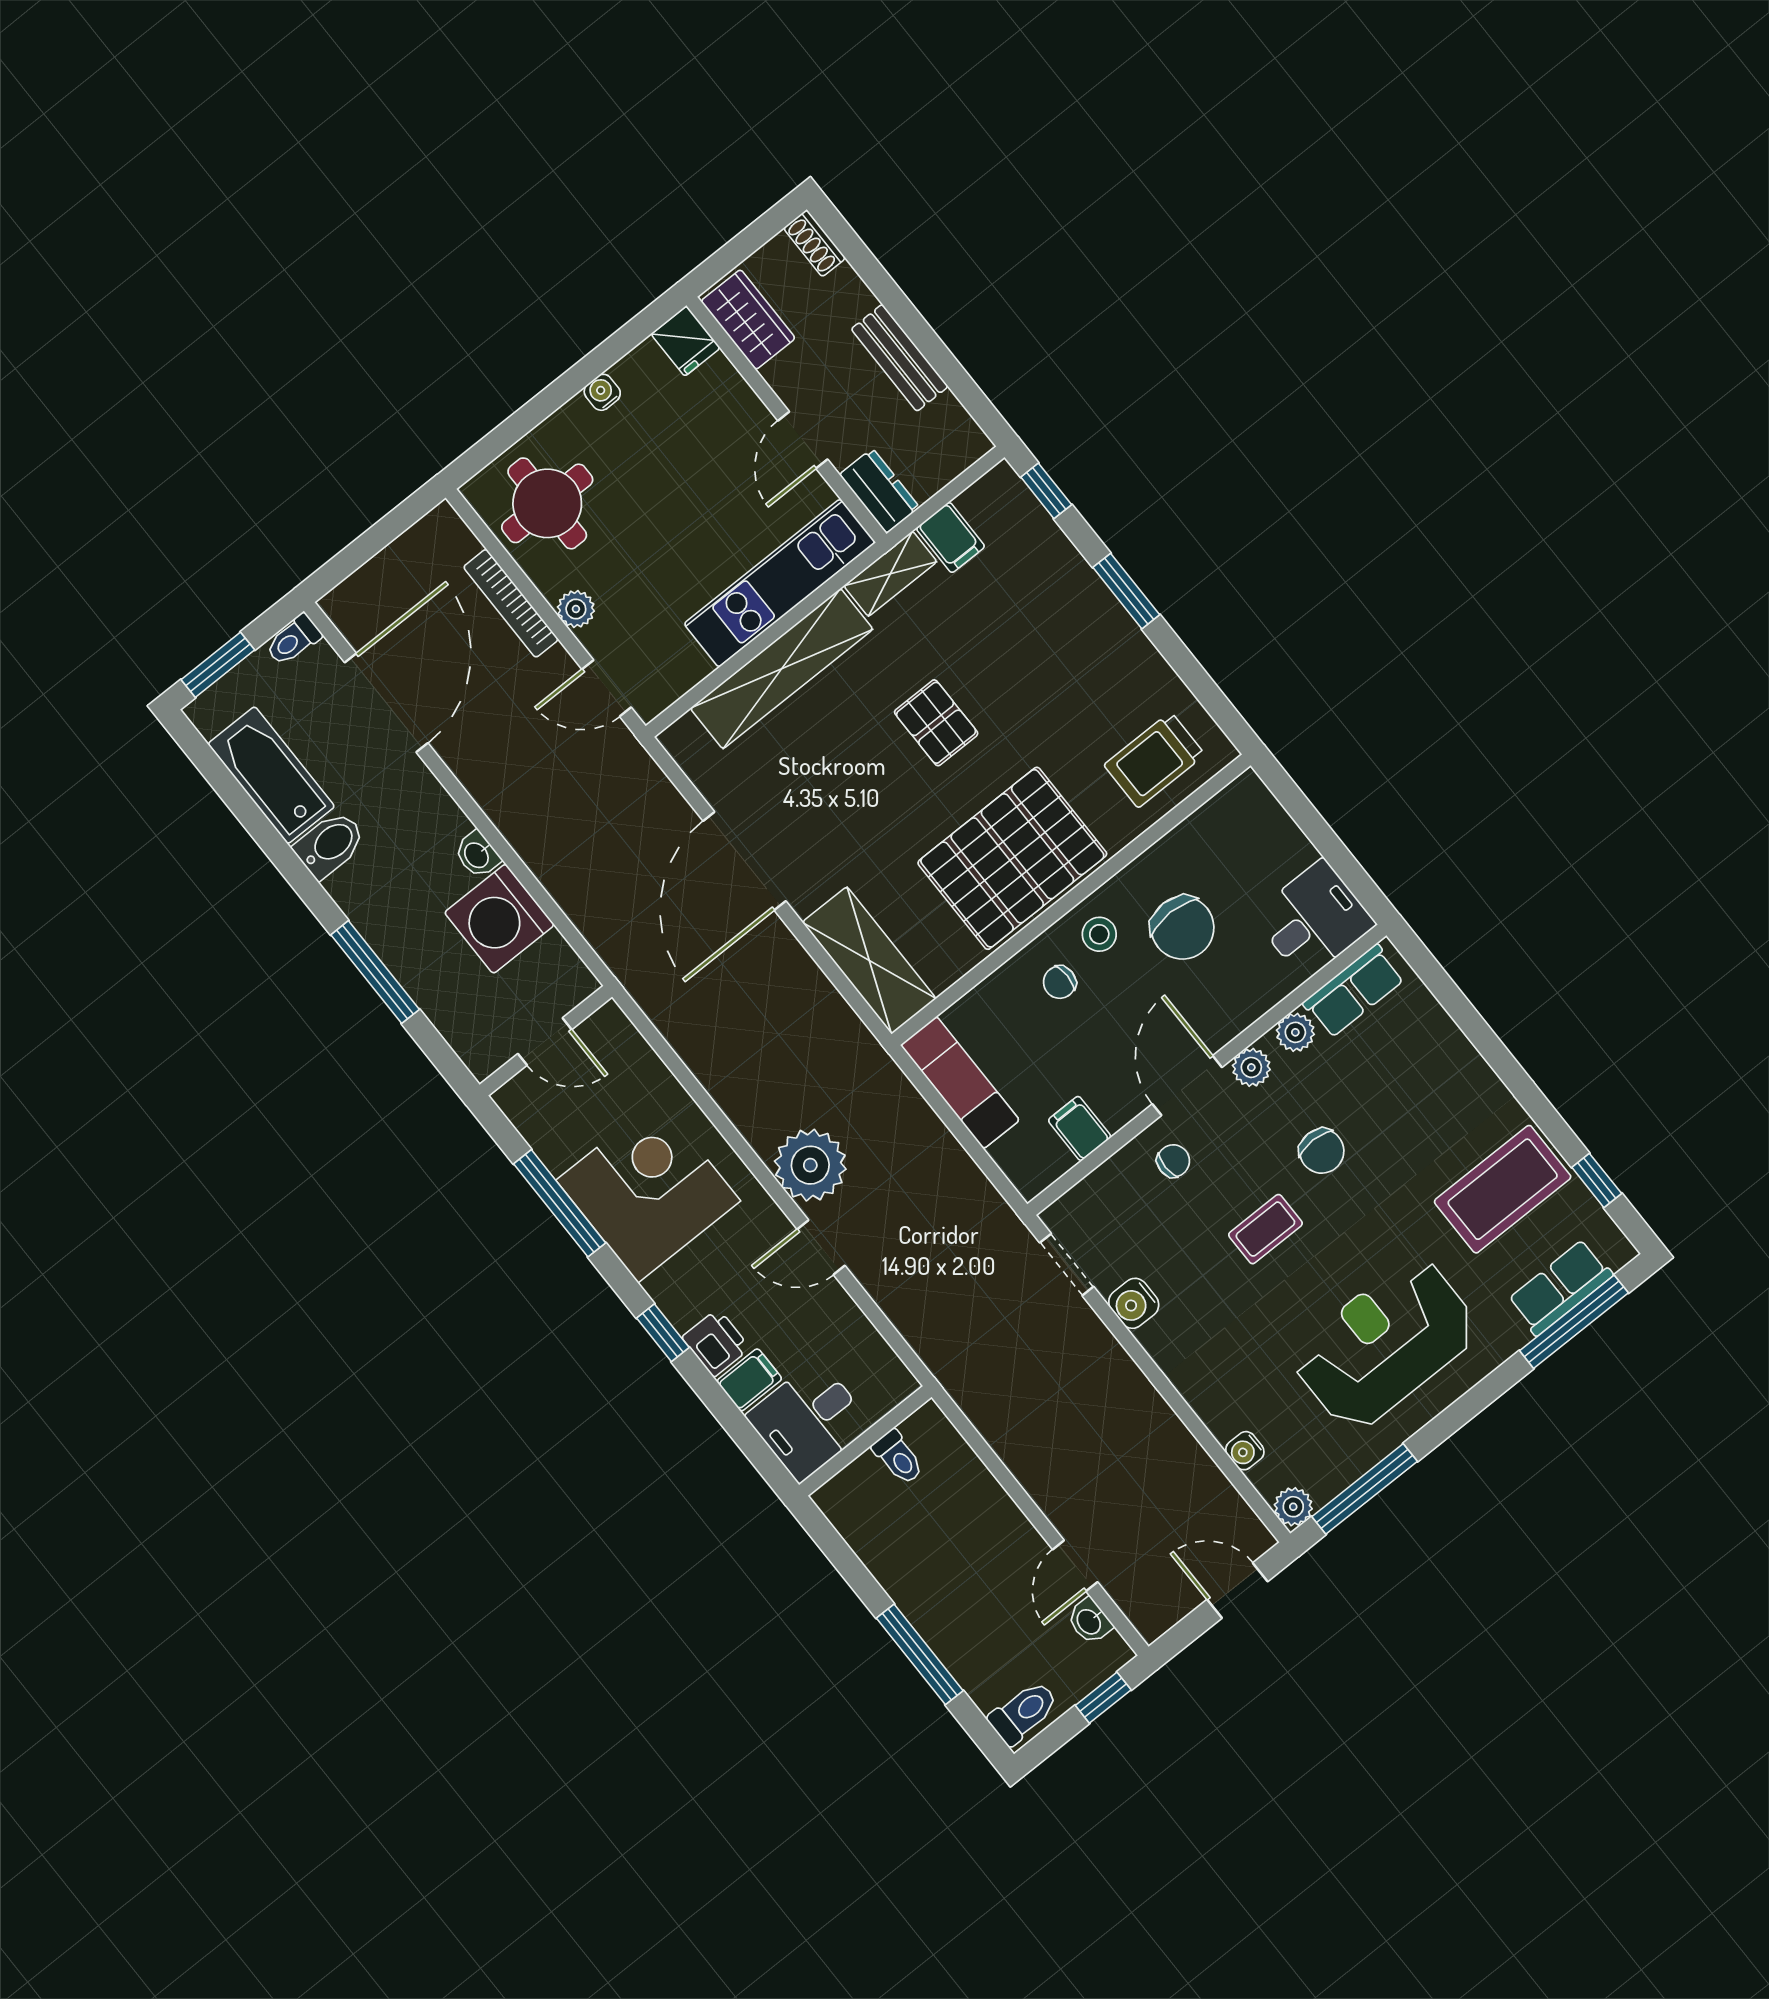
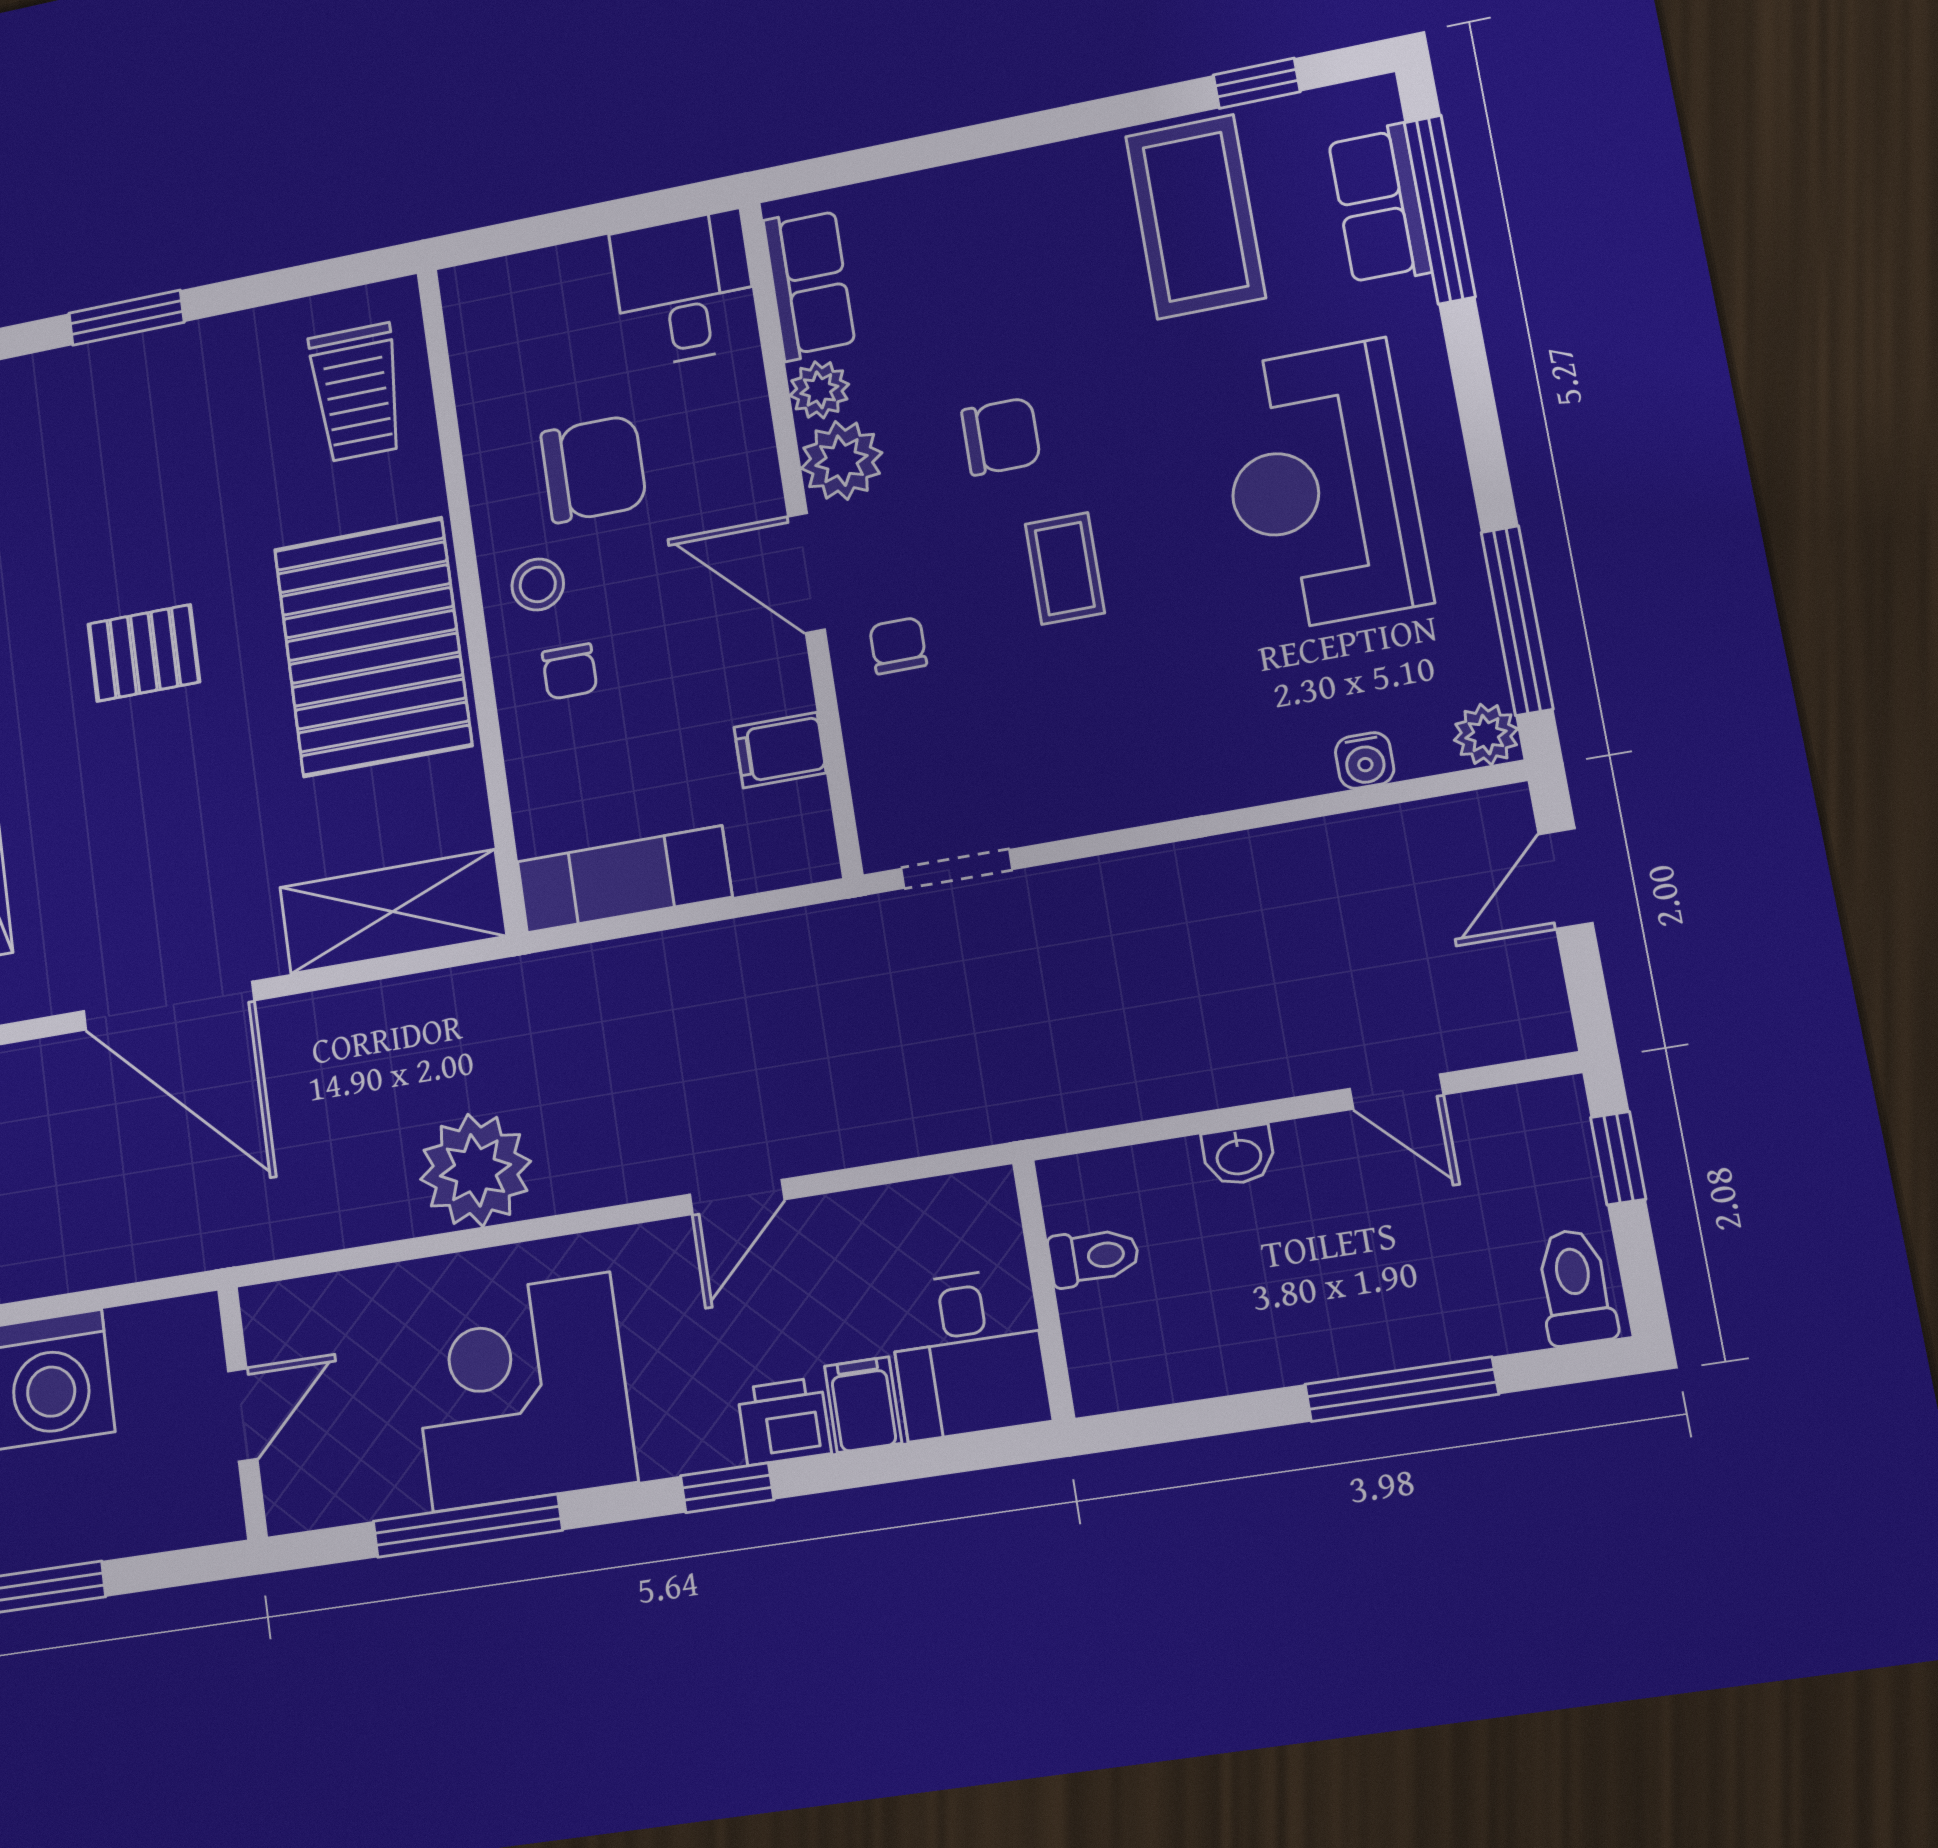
plant: (1251, 1067) -> (842, 461), width x1.38, depth x1.38
plant: (810, 1165) -> (475, 1170), moved
water cooler: (1134, 1303) -> (1064, 805), removed
washbasin: (1090, 1621) -> (1239, 1155), moved

